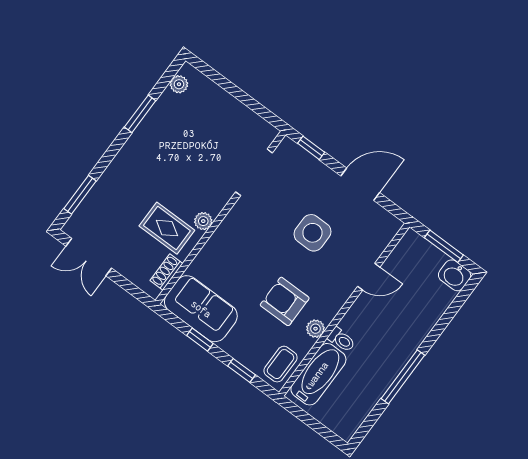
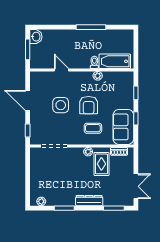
dresser: (122, 164) -> (89, 201), added
armchair: (285, 301) -> (89, 105), moved
coffee table: (281, 364) -> (93, 128), moved

